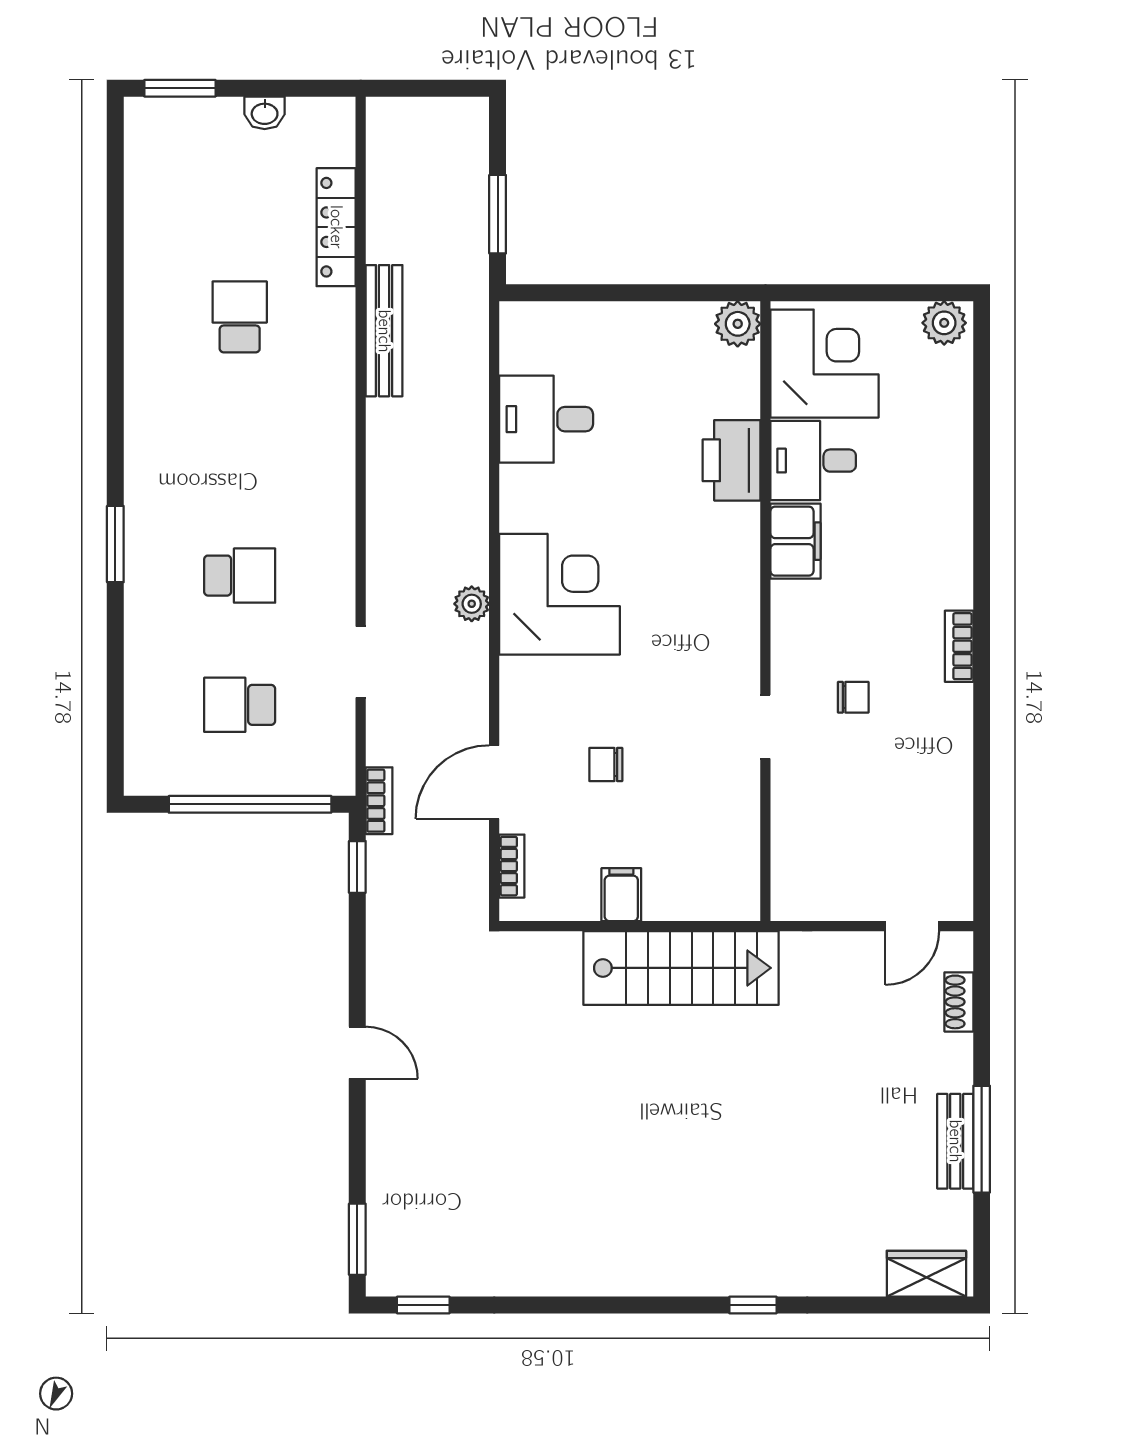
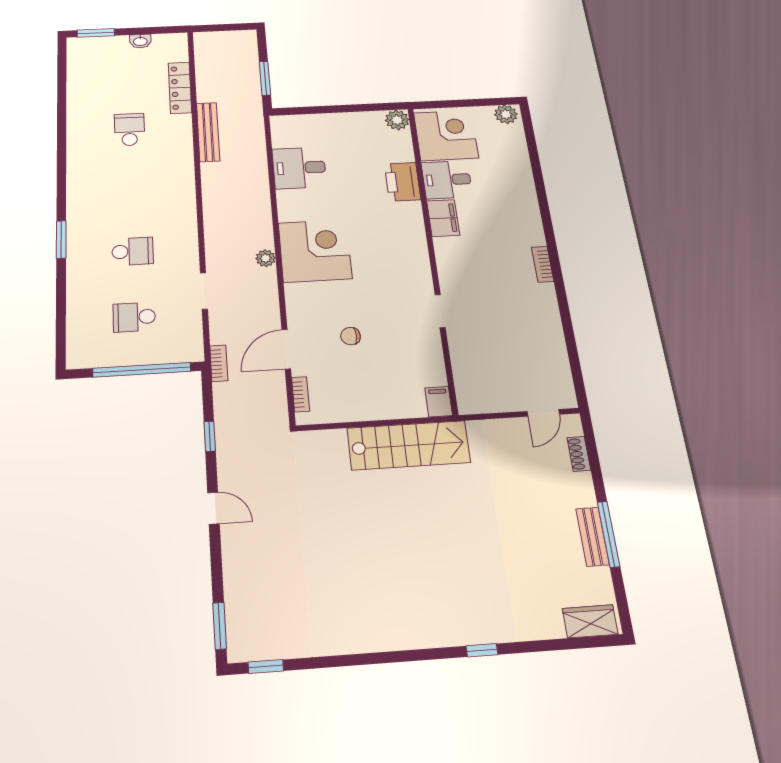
chair: (853, 697) -> (488, 293), removed
window: (357, 867) -> (210, 436), moved
filing cabinet: (621, 895) -> (439, 402), moved

